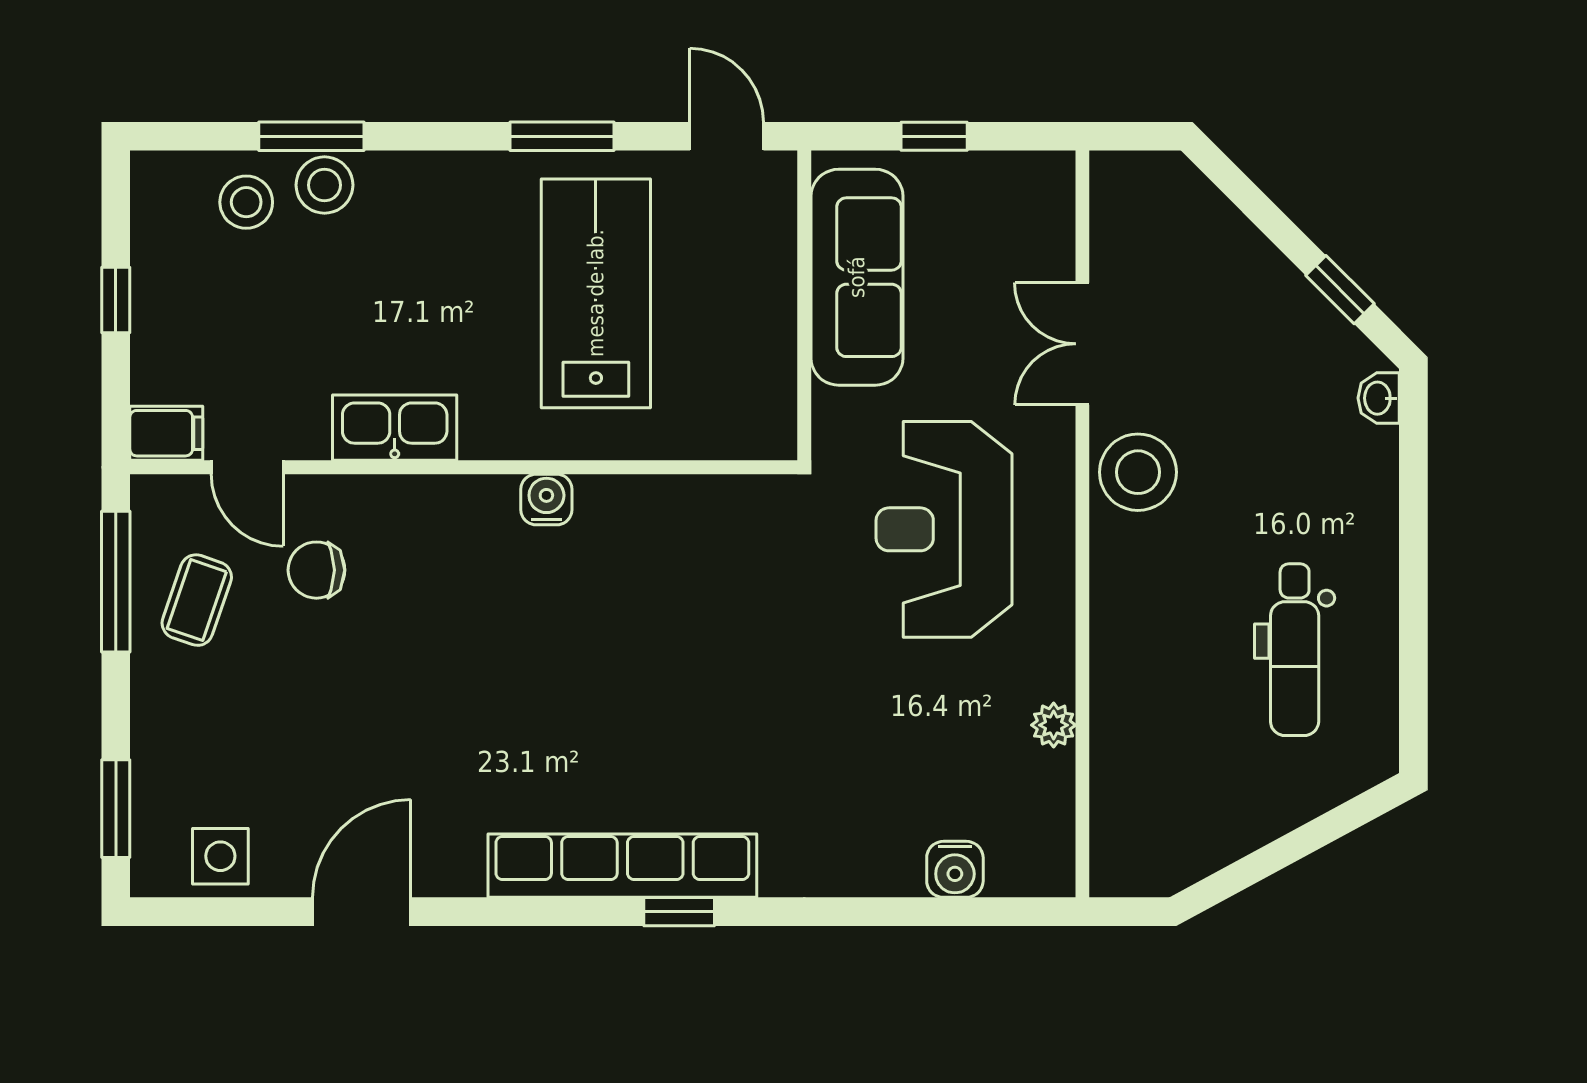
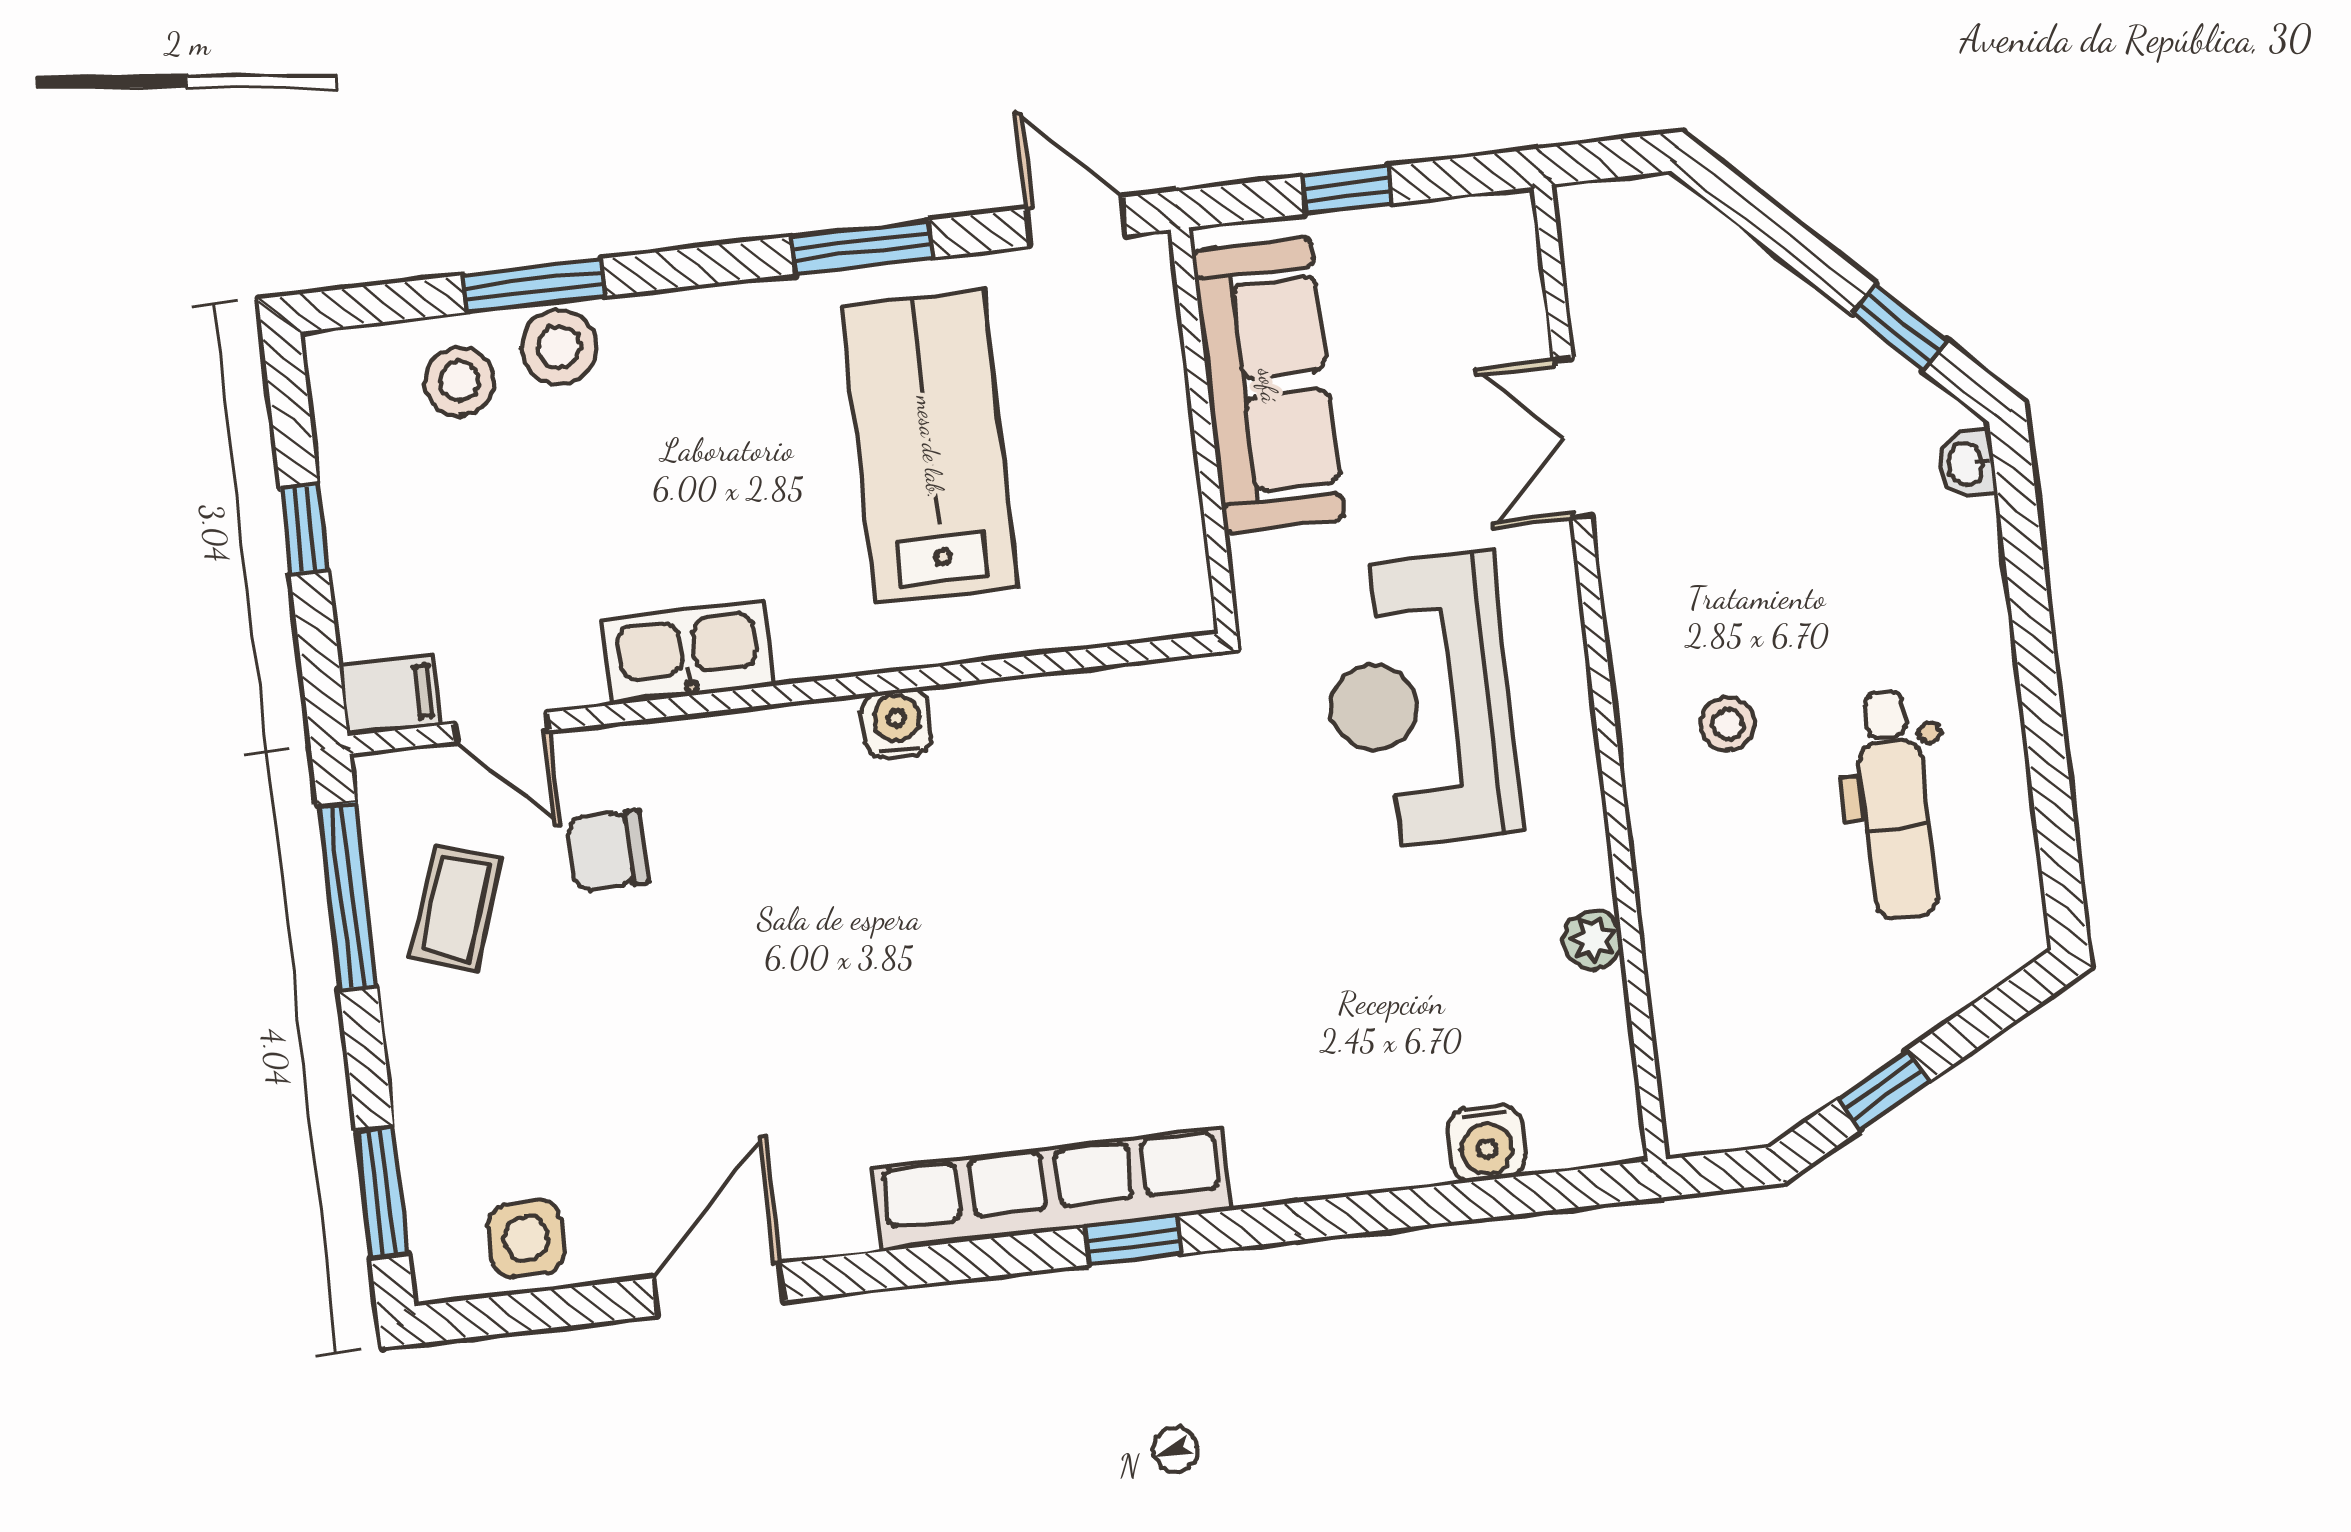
stool: (1138, 472) -> (1727, 724), moved, width x0.53, depth x0.53
window: (1260, 865) -> (1883, 1091), added

